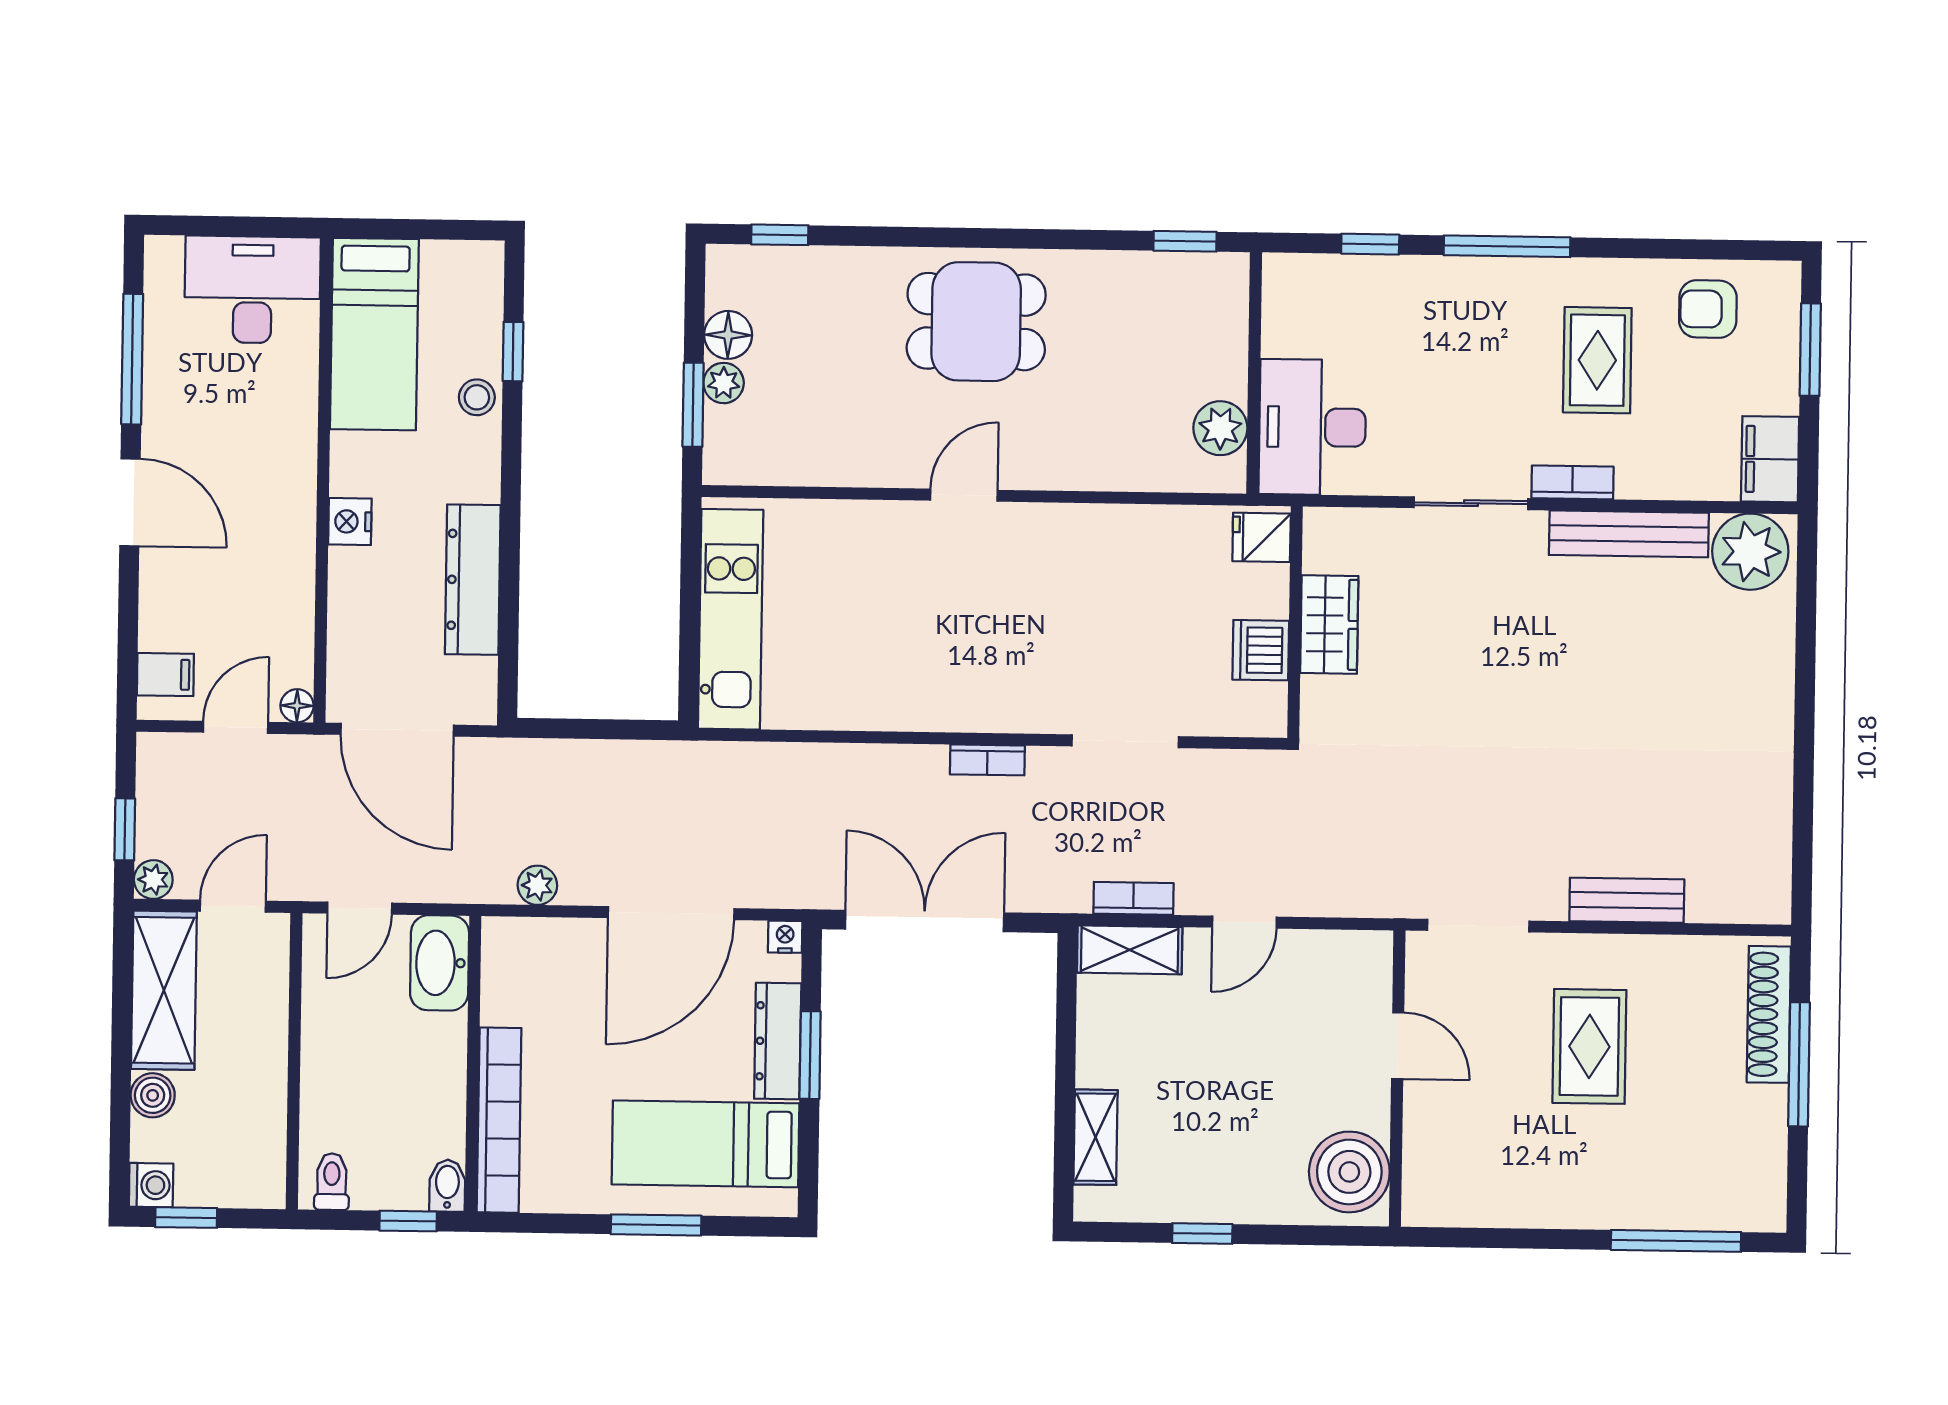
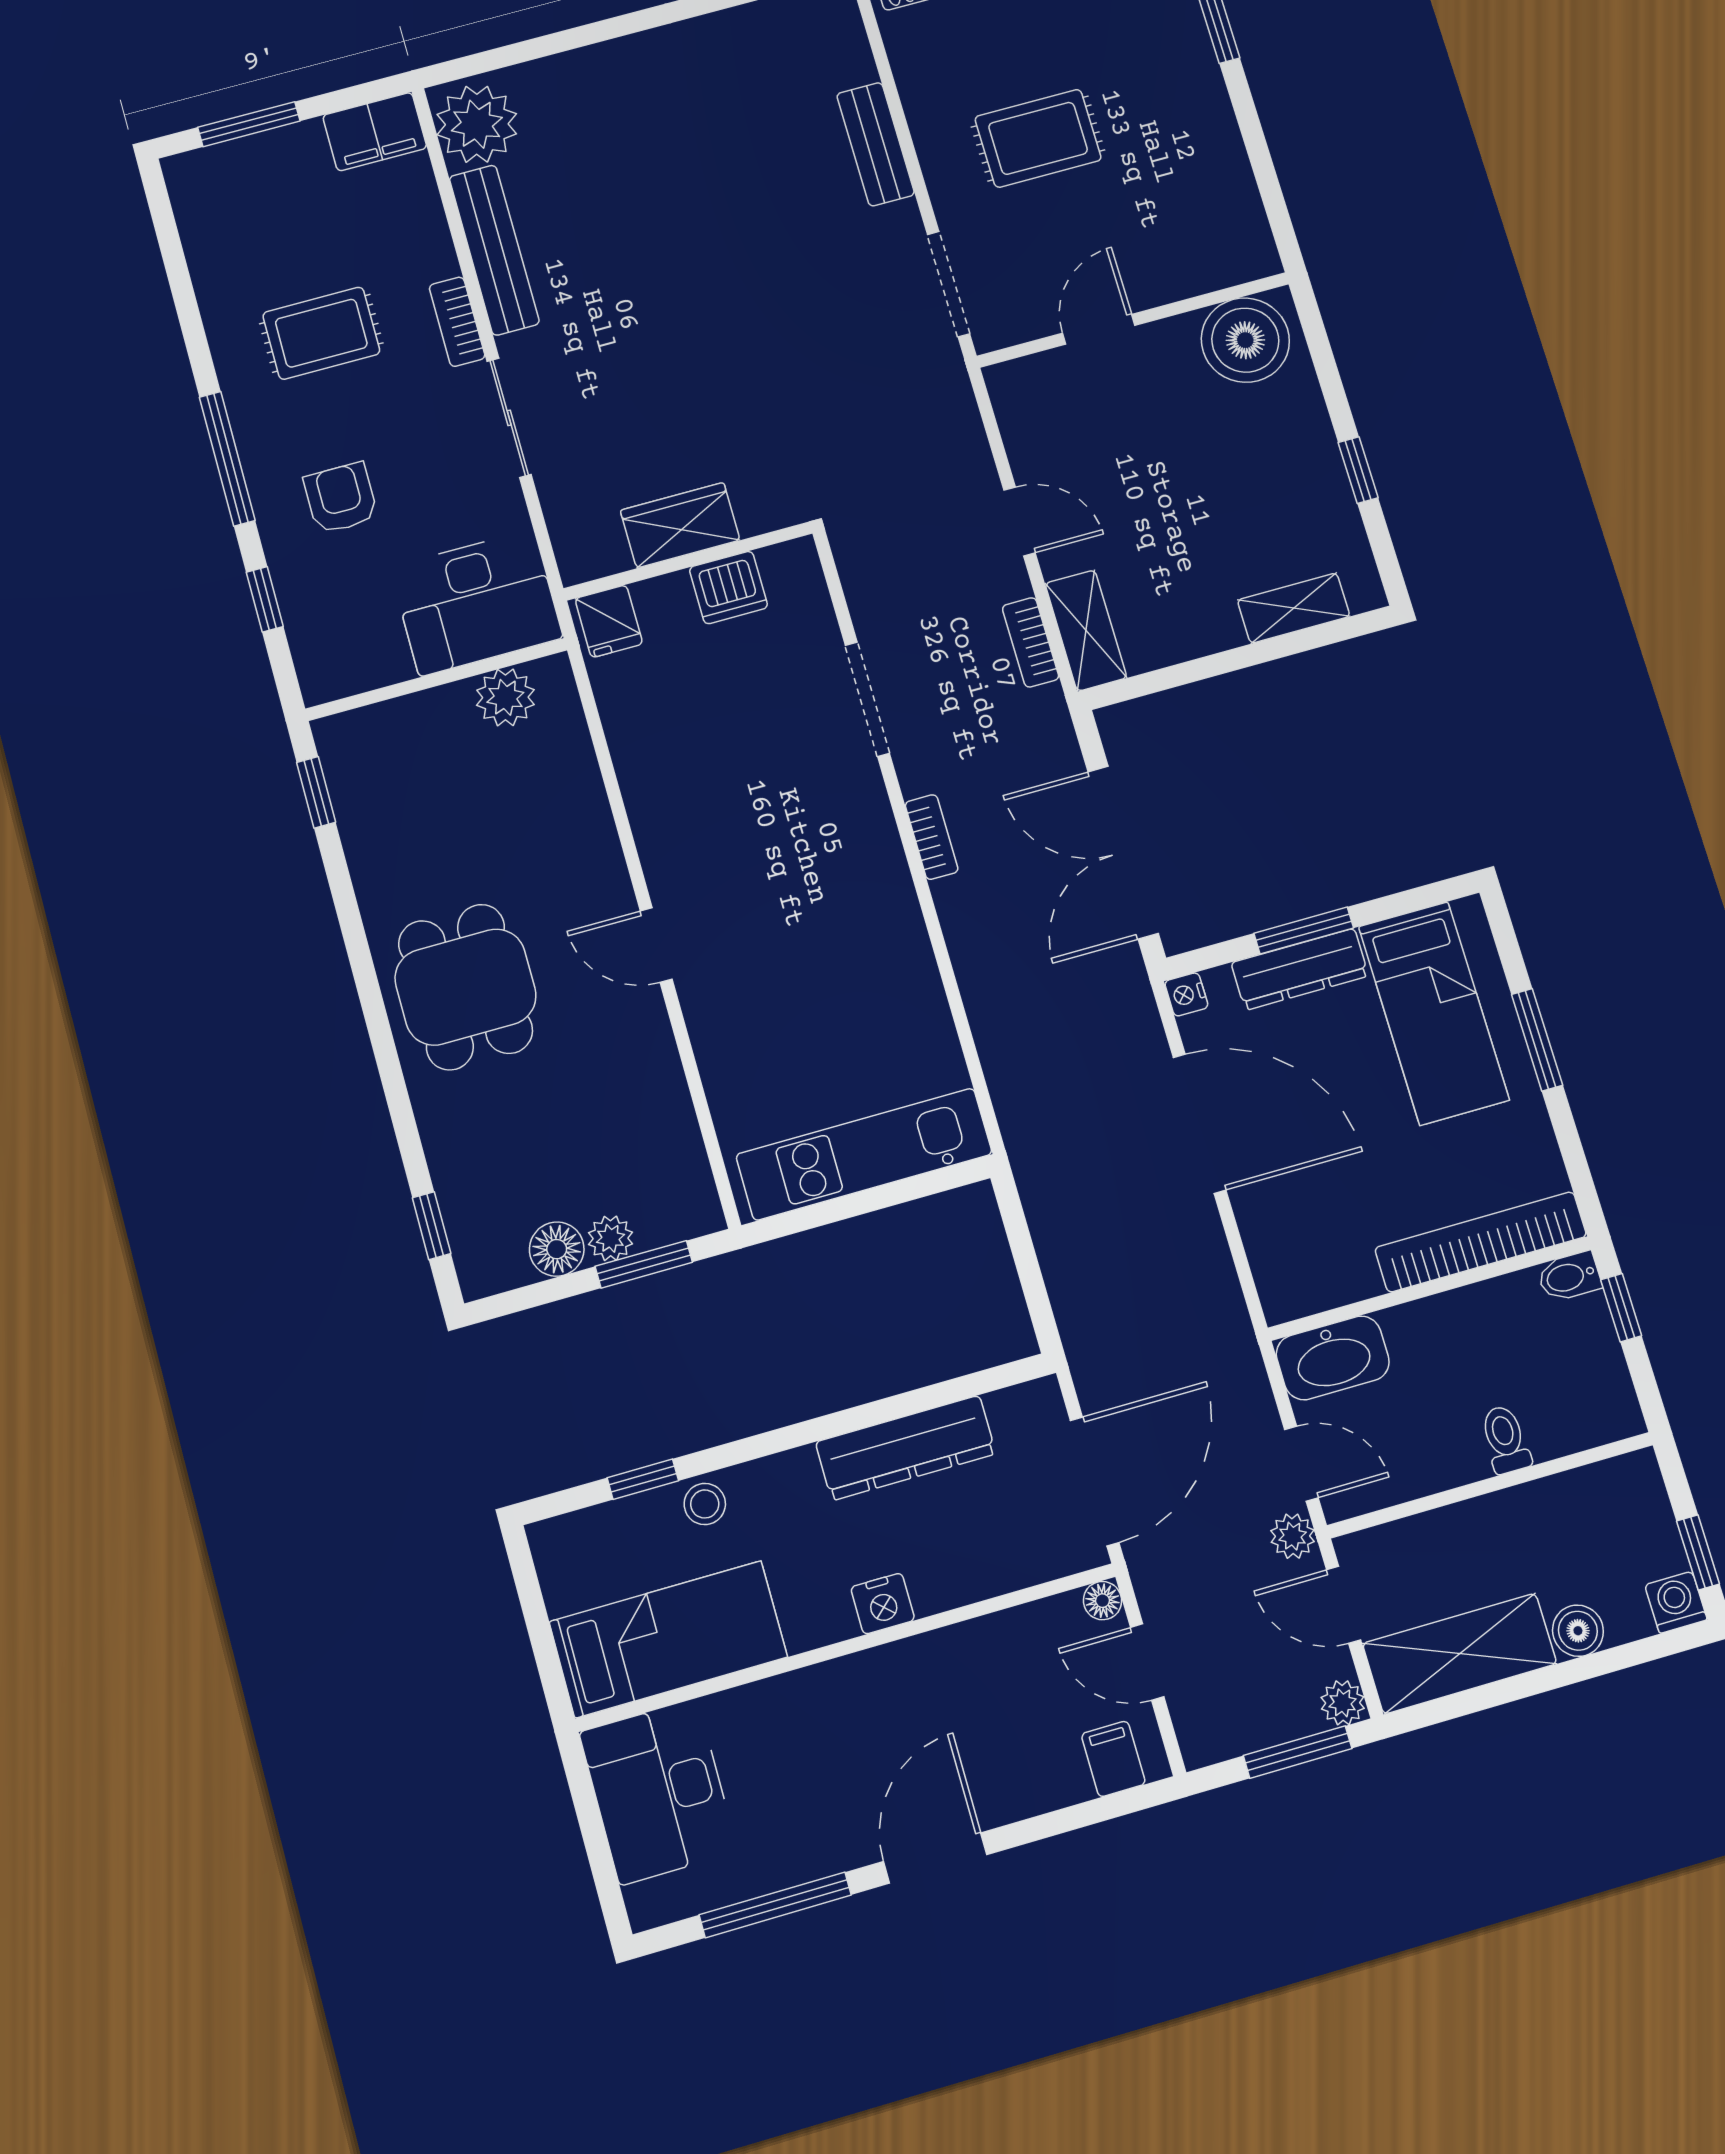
armchair: (1708, 309) -> (341, 498), moved, turned 180
window: (125, 829) -> (1298, 1752), width x1.50
plant: (537, 885) -> (1293, 1536), moved
toilet: (332, 1182) -> (1505, 1439), moved, turned 90

